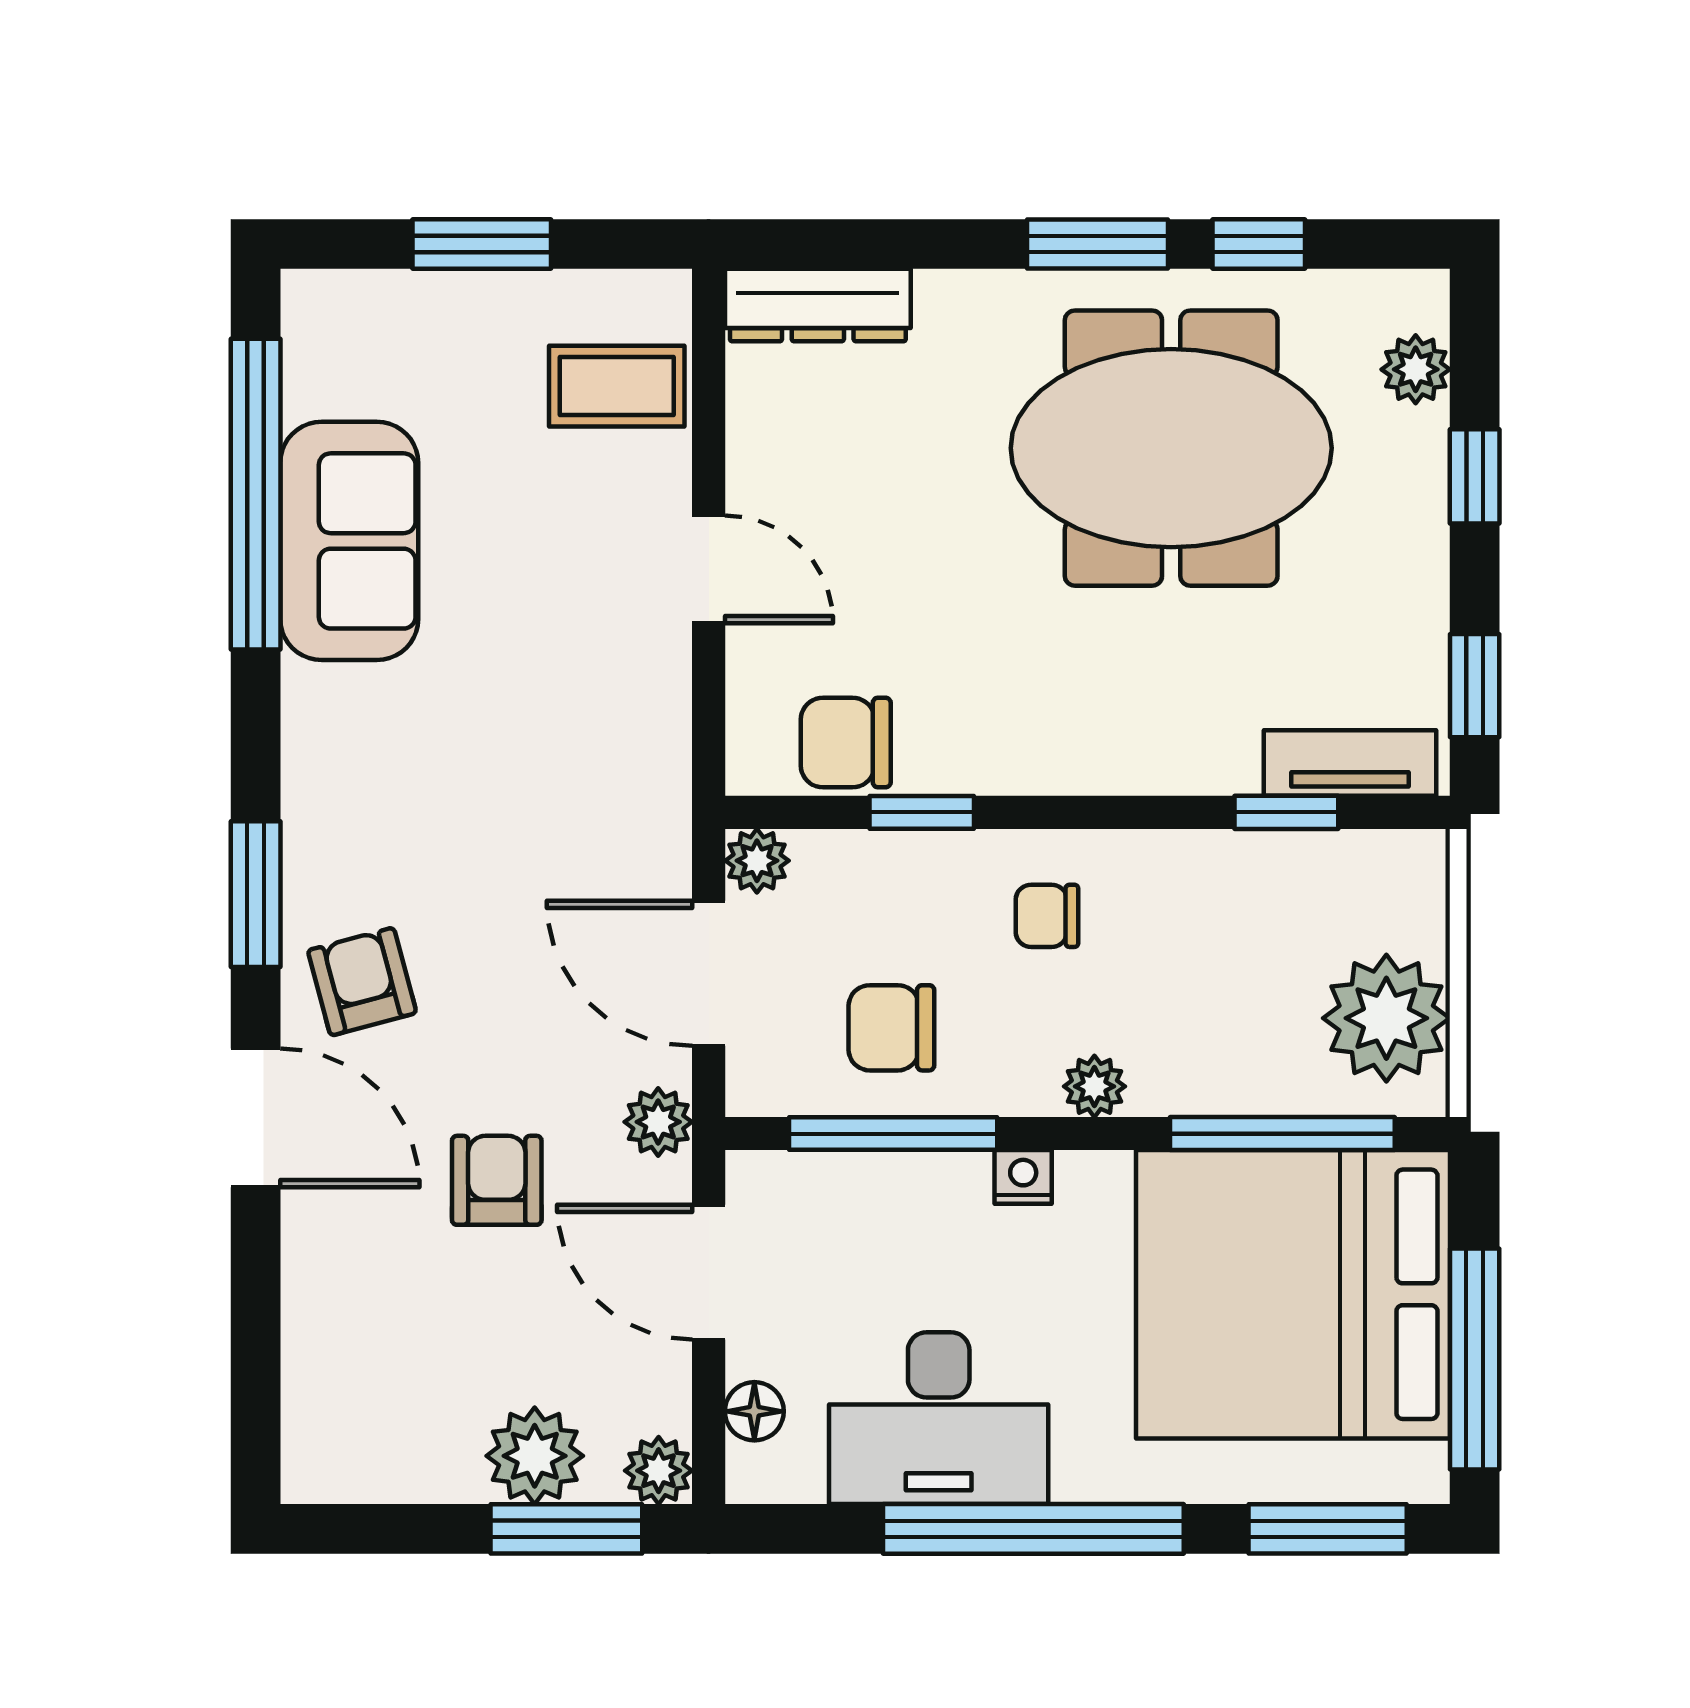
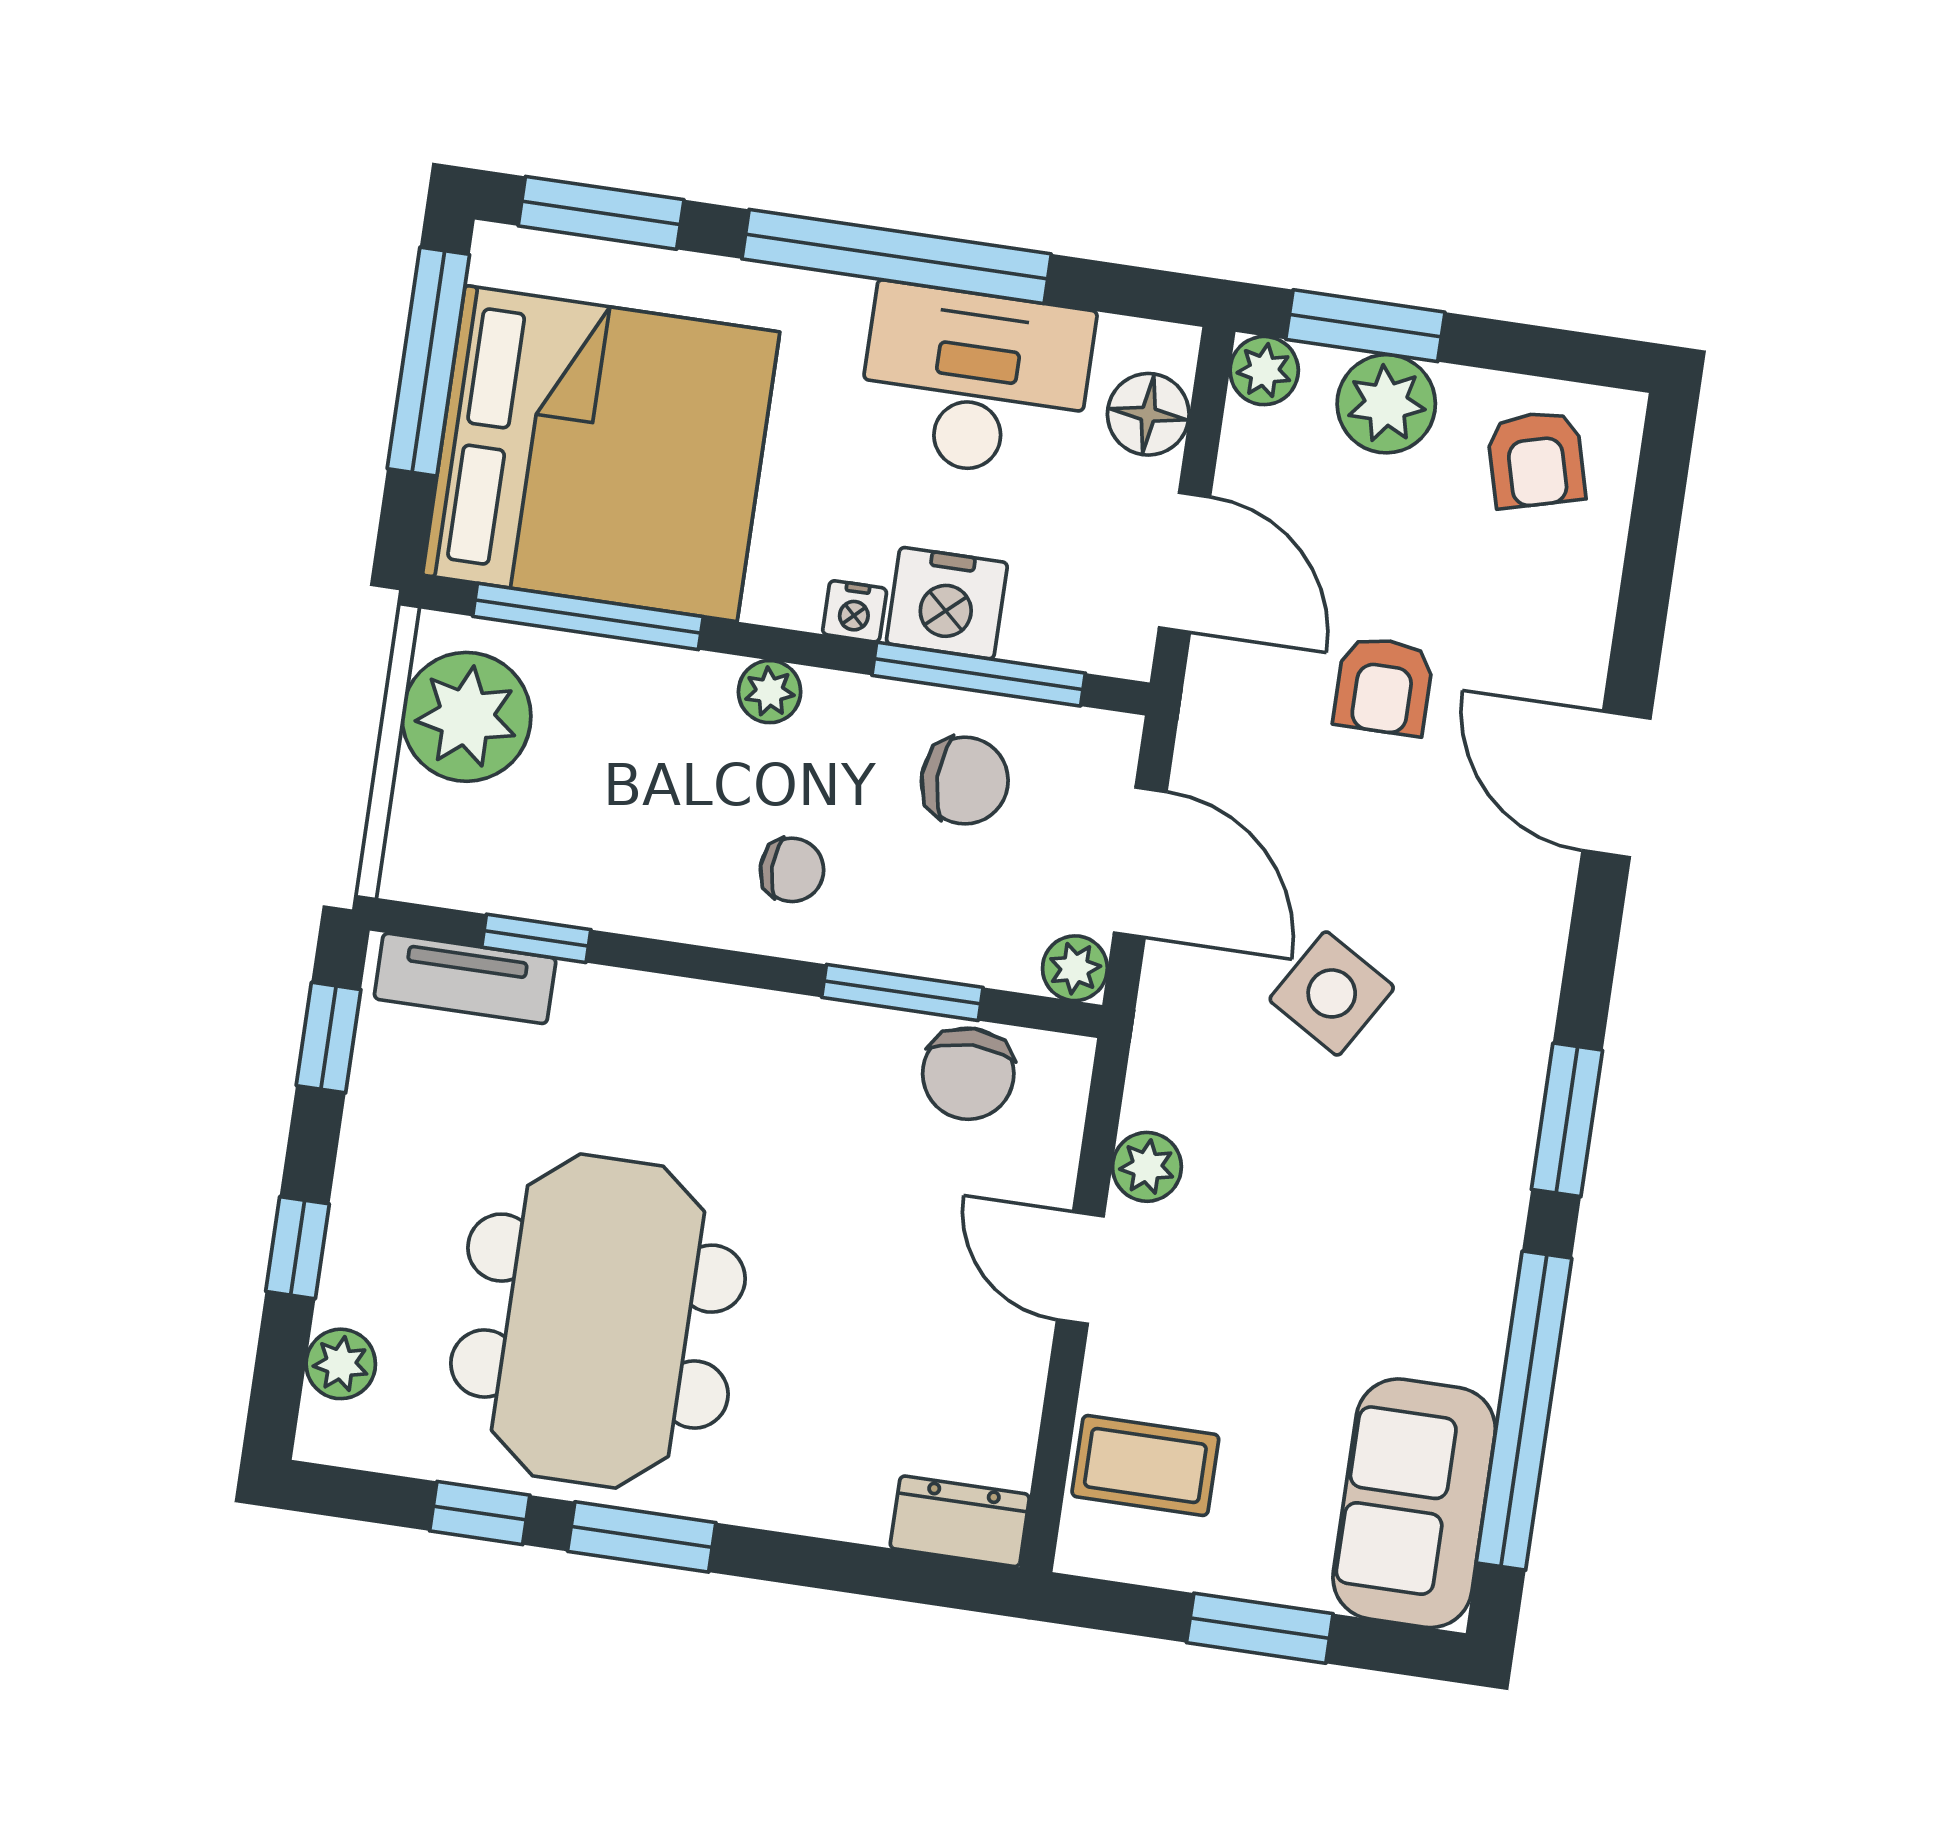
dresser: (818, 305) -> (960, 1521), width x0.70
meeting table: (1171, 448) -> (598, 1321), turned 90
sofa: (349, 541) -> (1414, 1503), moved
chair: (846, 743) -> (968, 1074), turned 90
window: (922, 812) -> (902, 992), width x1.50
side table: (503, 873) -> (1332, 993), added
window: (256, 894) -> (1567, 1120), moved
armchair: (362, 982) -> (1536, 459), moved
plant: (658, 1122) -> (1147, 1167), moved
nightstand: (934, 1198) -> (947, 603), added
floor lamp: (754, 1411) -> (1148, 414), width x1.37, depth x1.37

